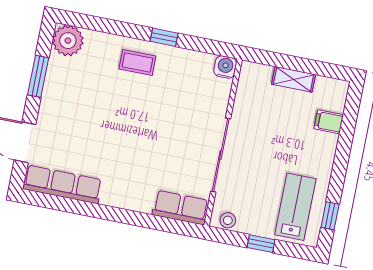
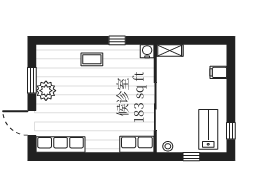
window: (164, 37) -> (117, 40), moved
plant: (68, 41) -> (46, 91), moved
shelving: (294, 79) -> (170, 50), moved

